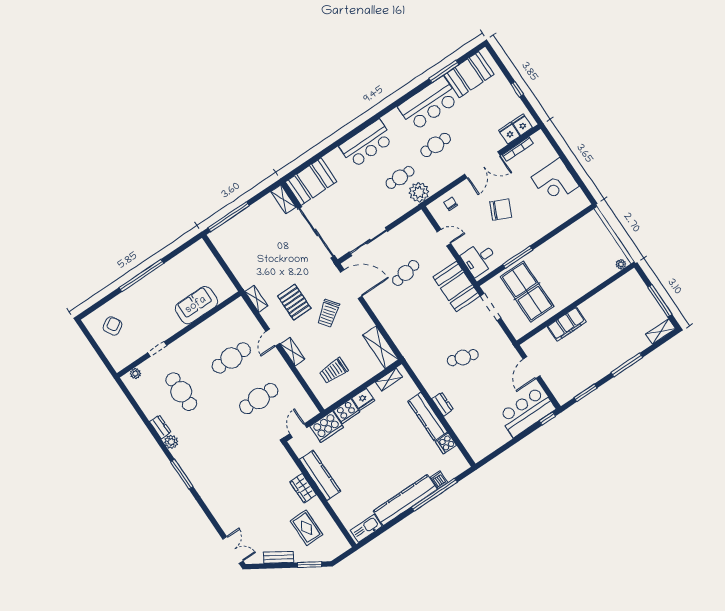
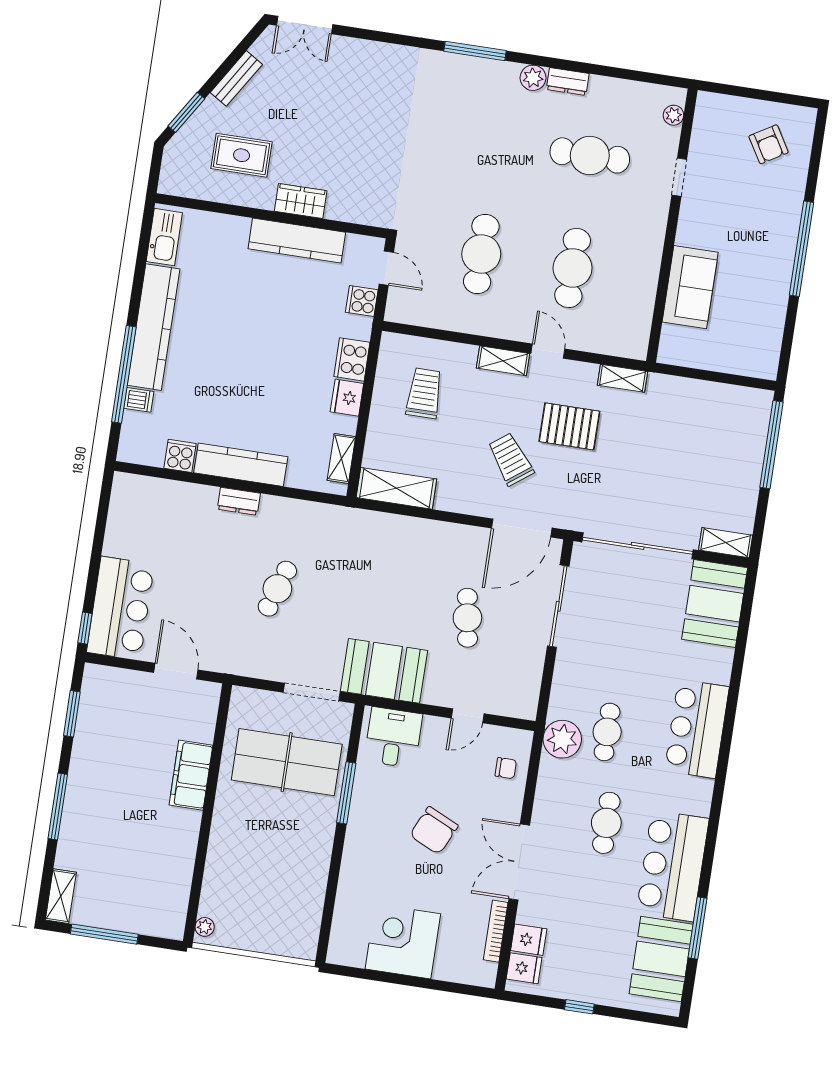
cooker: (327, 427) -> (362, 301), width x0.53, depth x0.76

